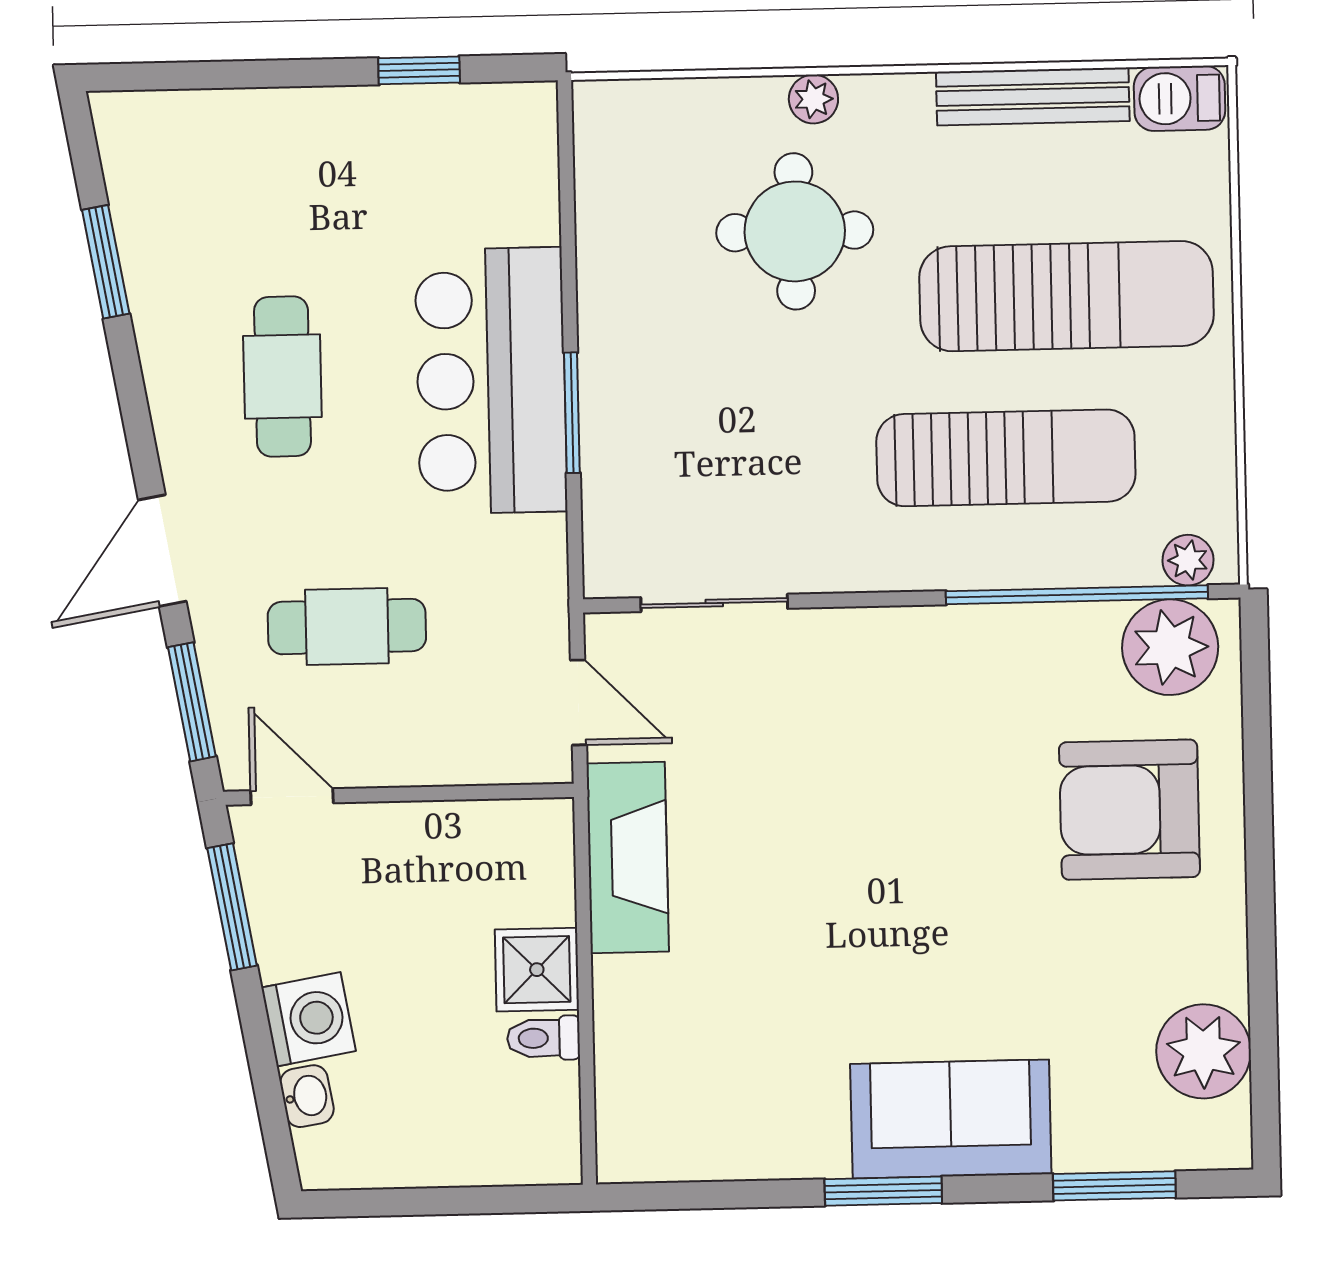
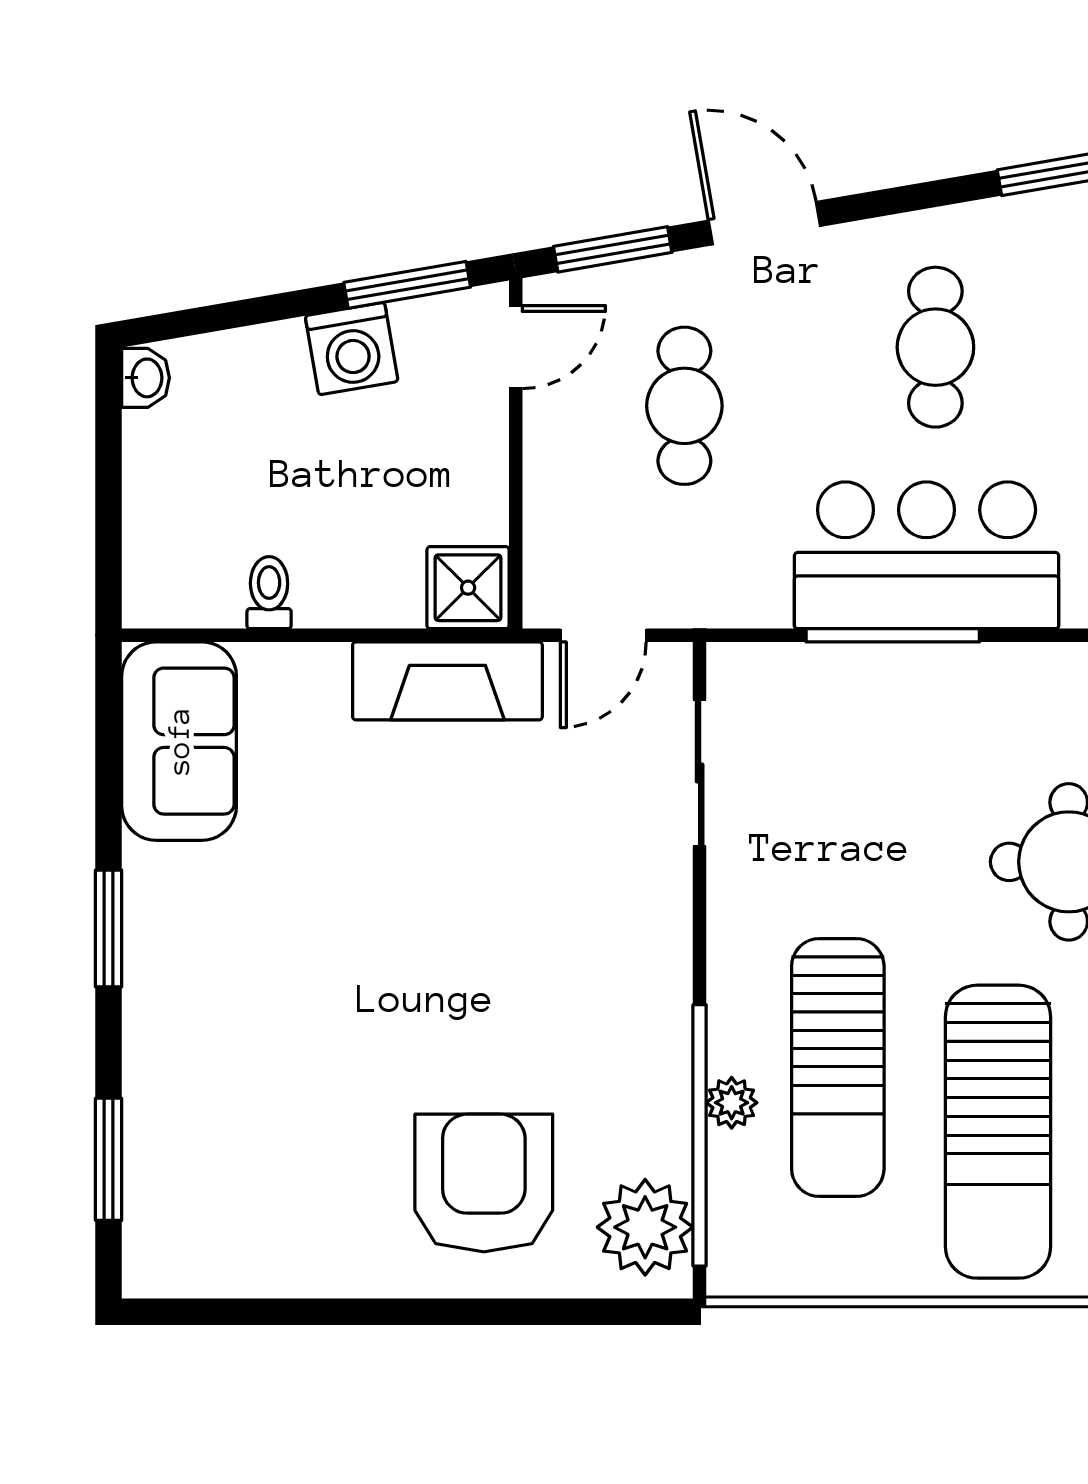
cafe table: (282, 377) -> (935, 347), turned 90
window: (572, 413) -> (893, 635), width x1.44
plant: (1188, 560) -> (732, 1103), moved
shower: (537, 970) -> (468, 588), moved
washing machine: (309, 1019) -> (352, 349), moved
plant: (1204, 1051) -> (241, 1251), removed
washbasin: (307, 1096) -> (146, 378), moved, turned -80
sofa: (951, 1119) -> (179, 741), moved

